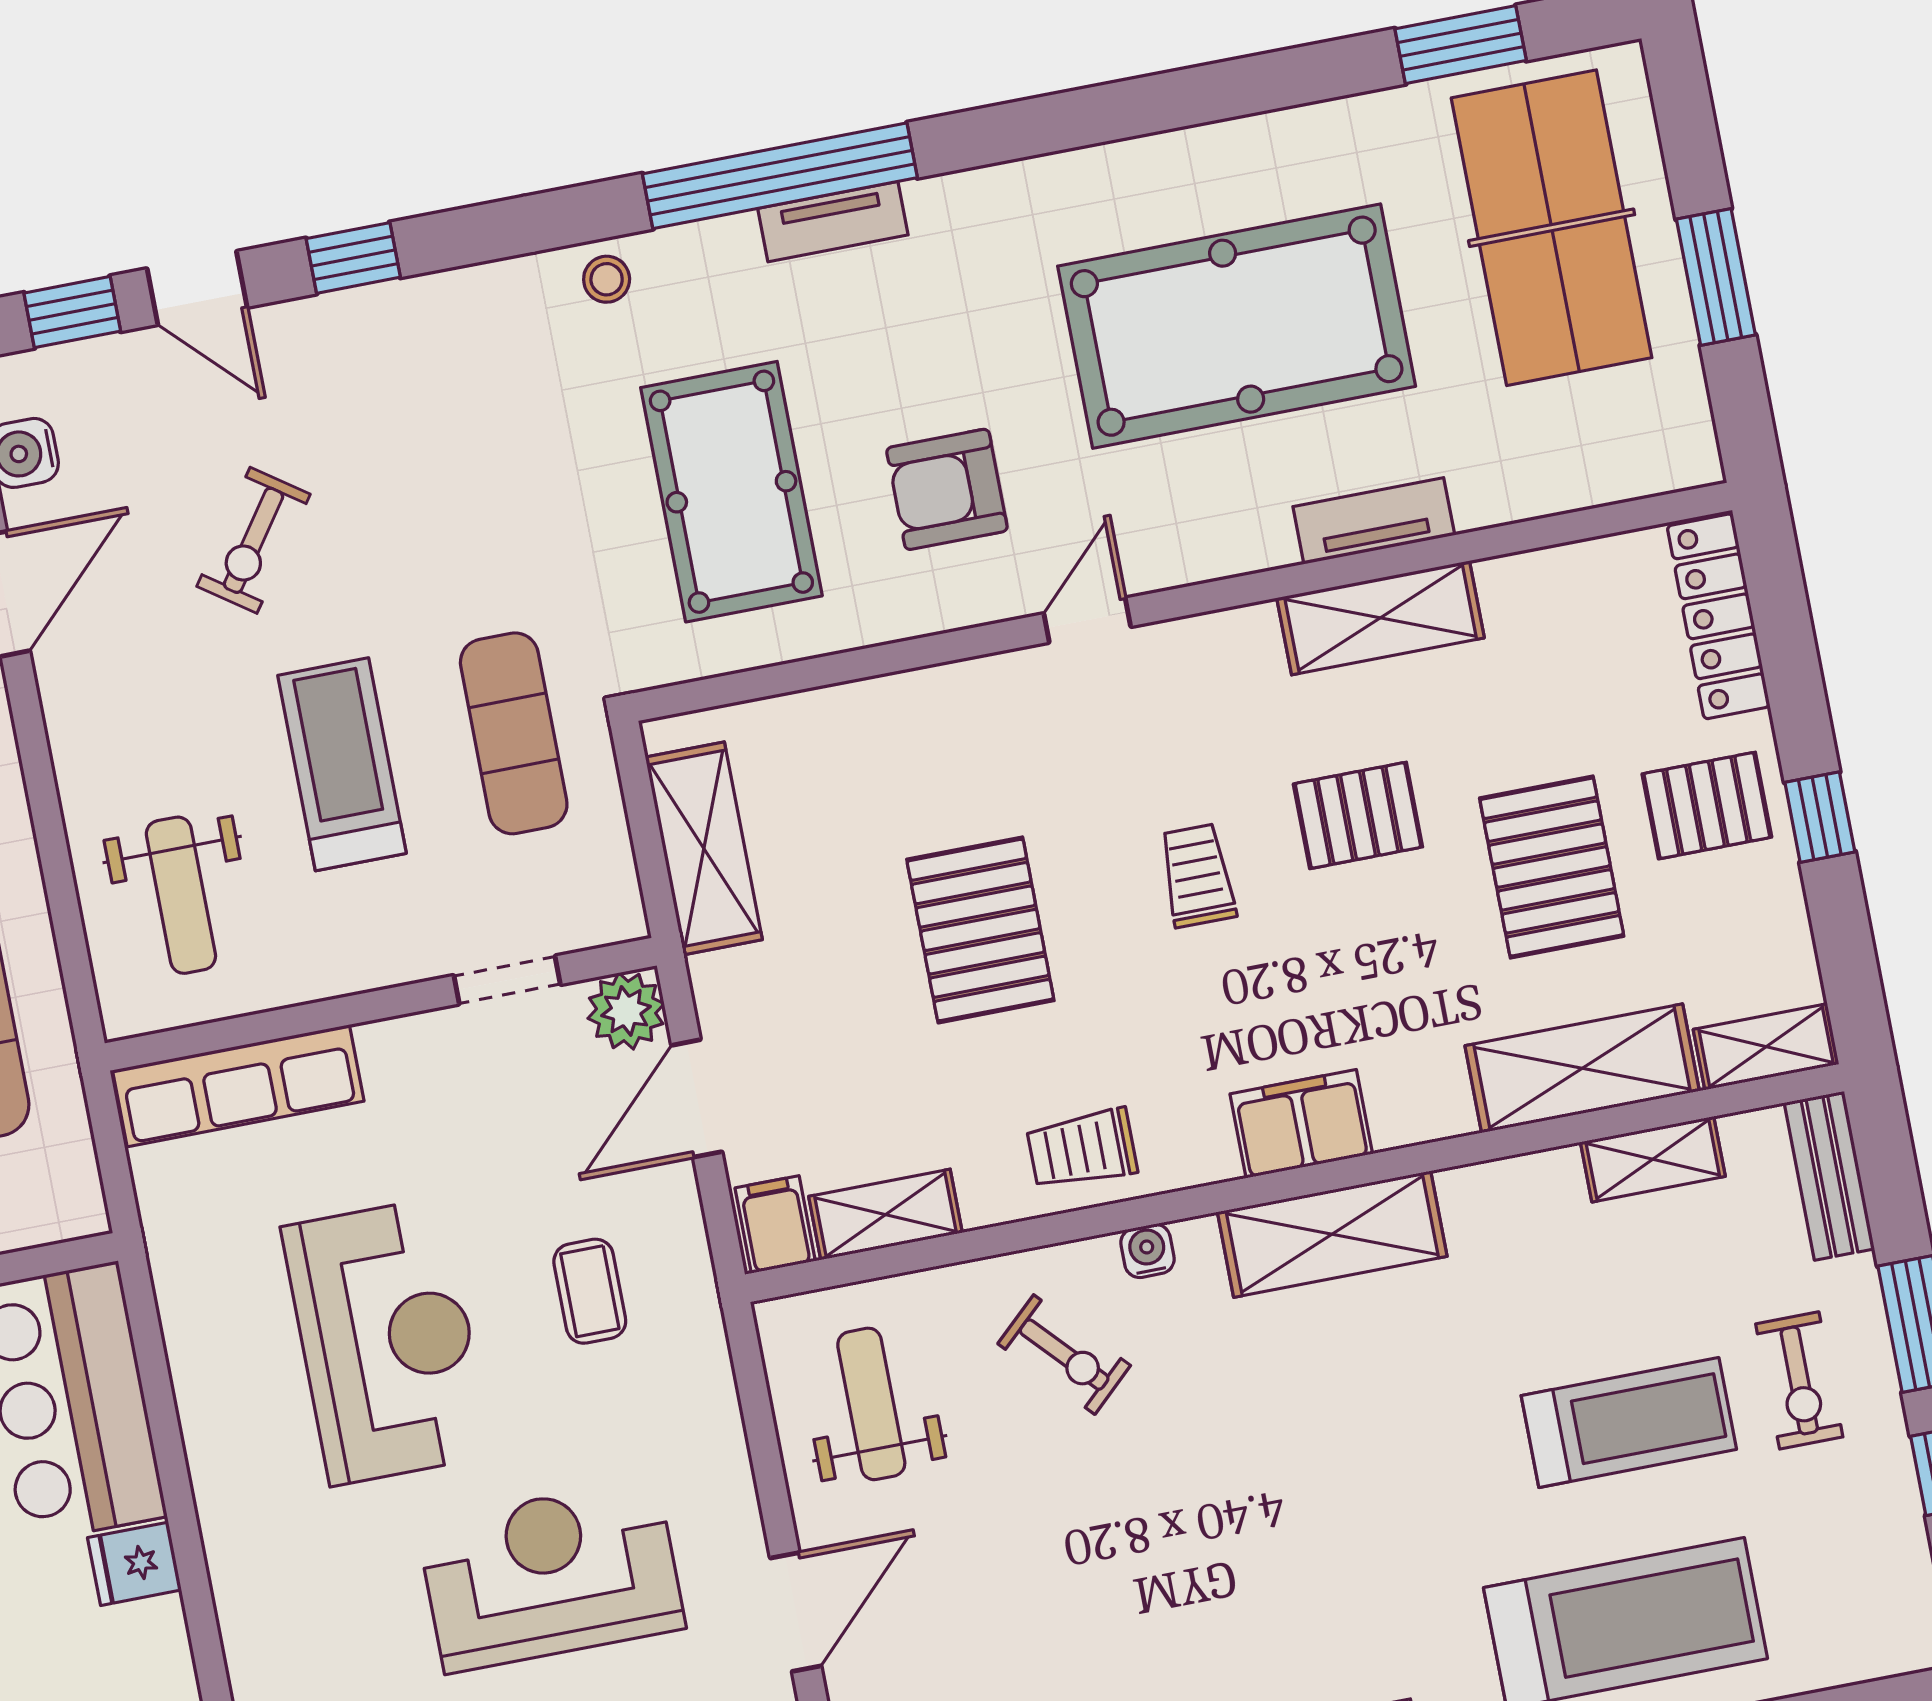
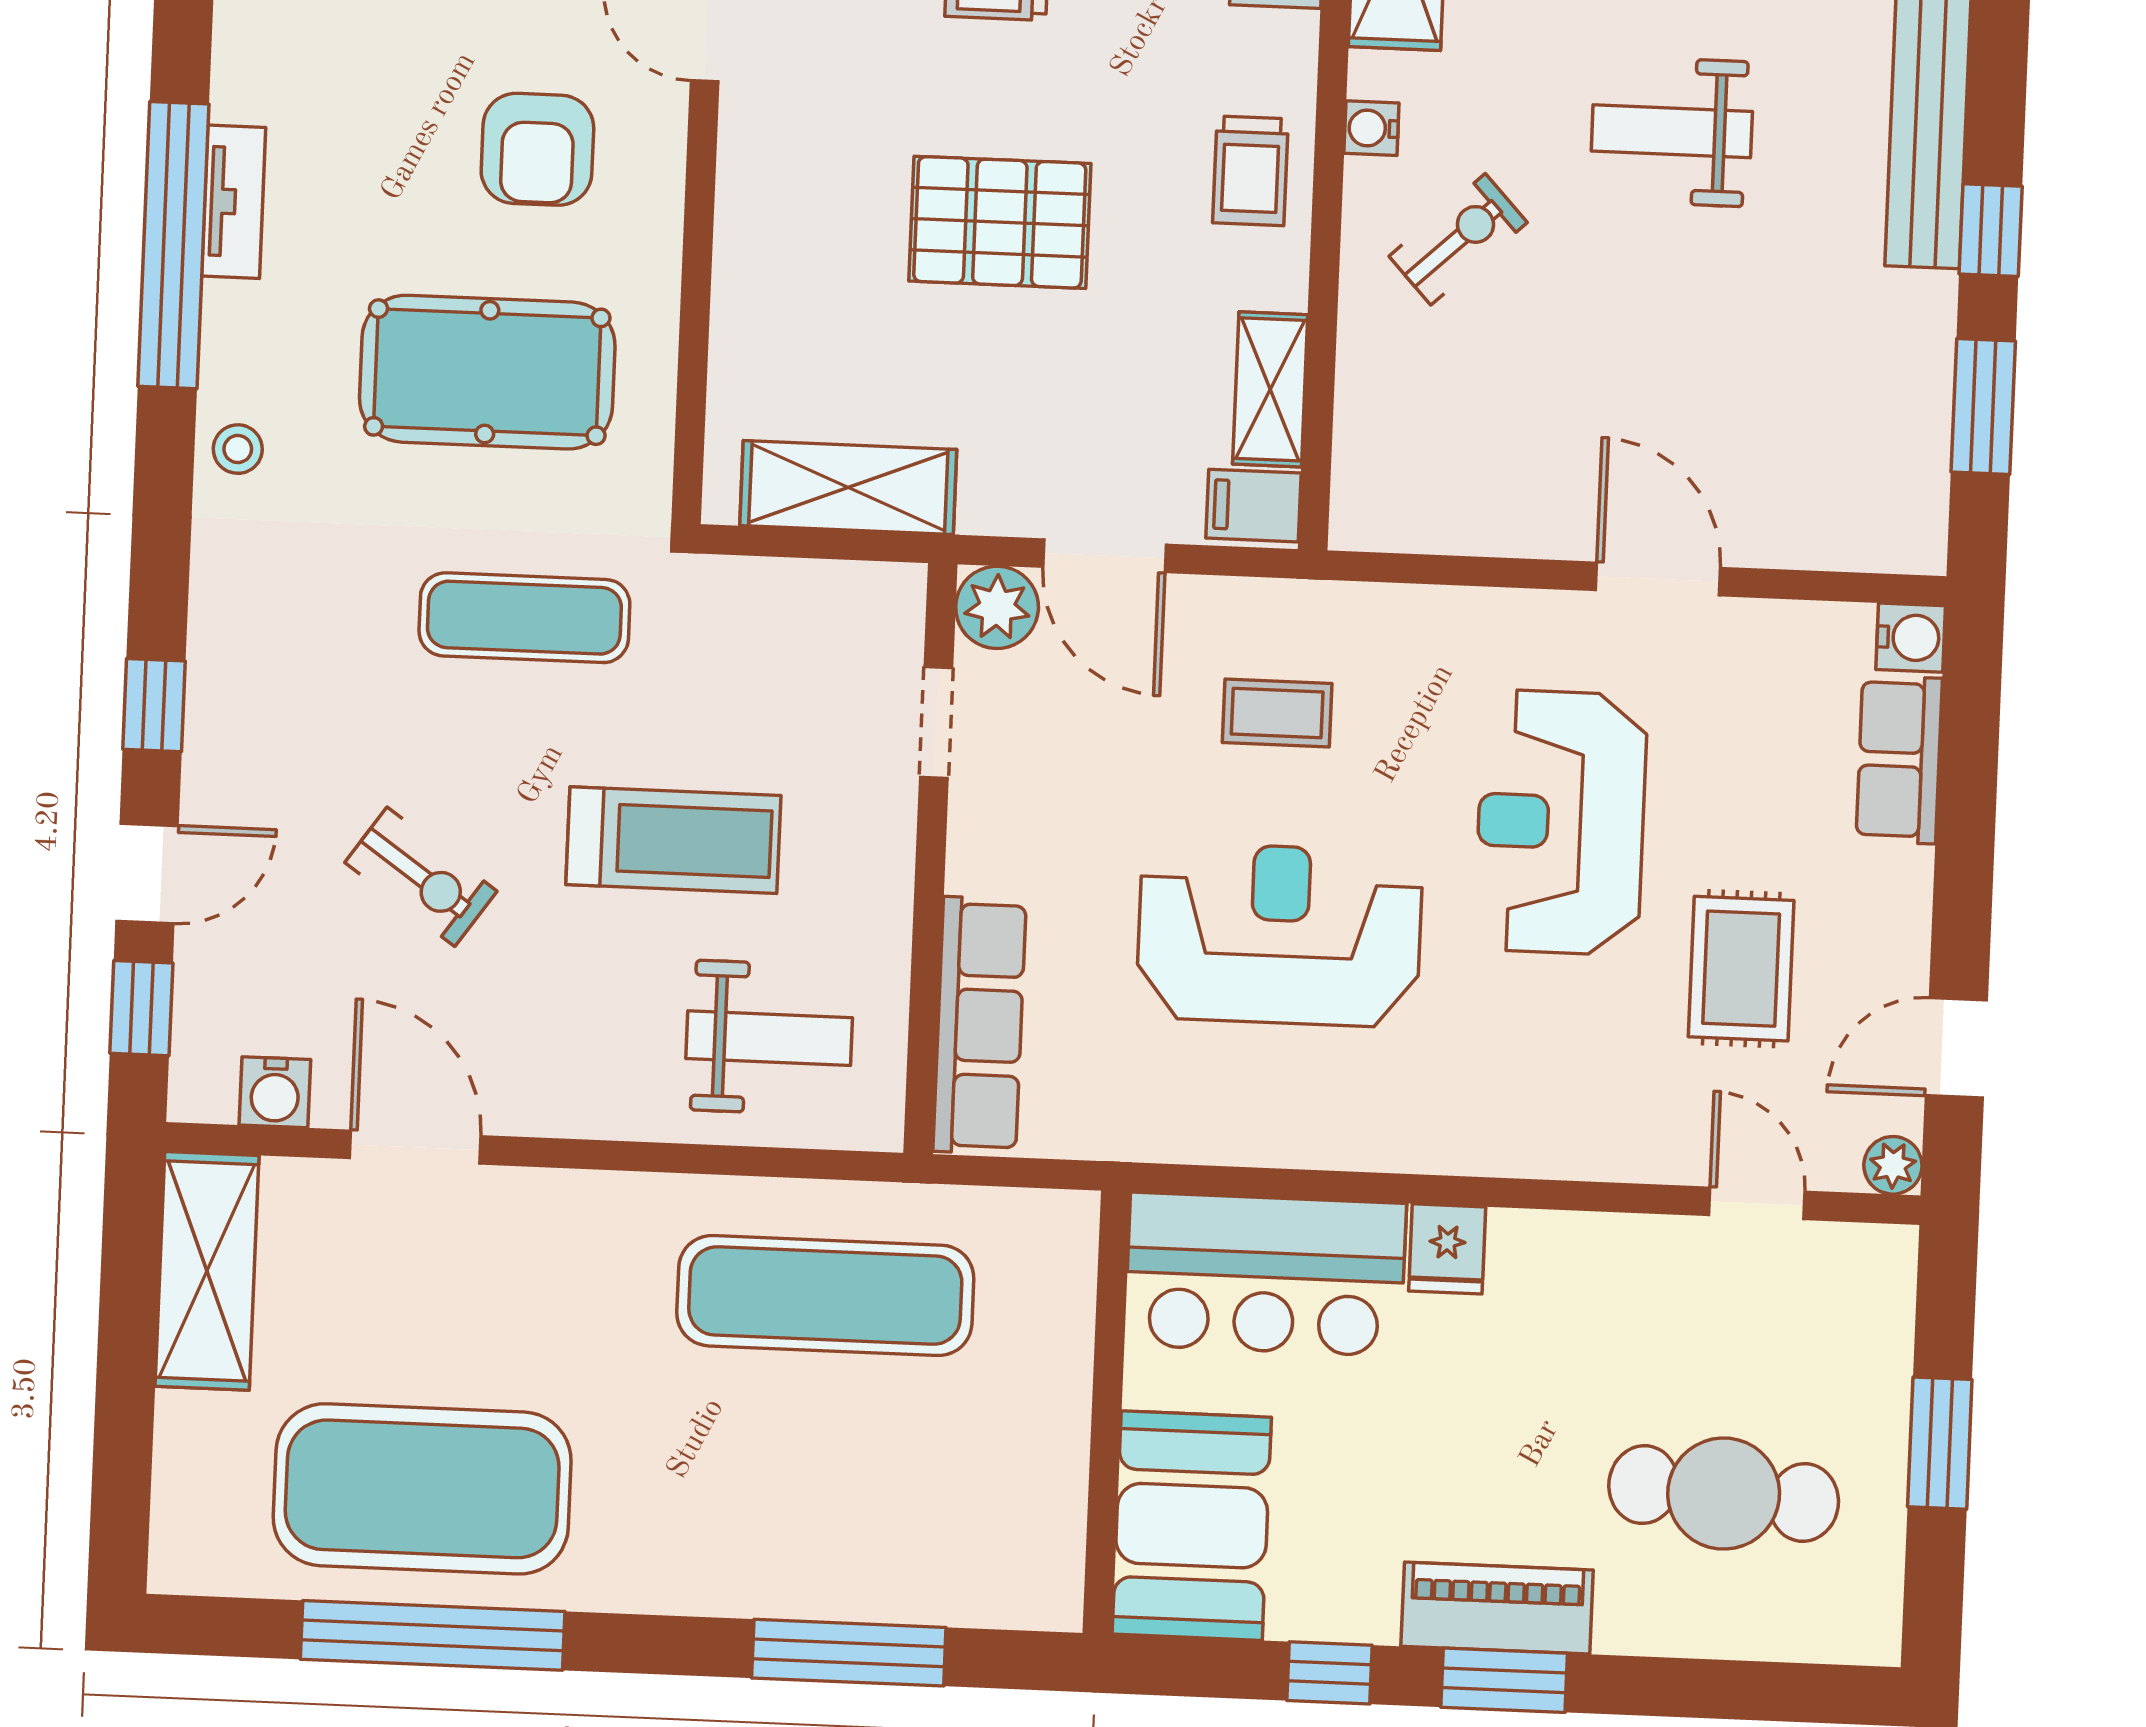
exercise mat: (514, 733) -> (524, 618), moved
treadmill: (342, 764) -> (673, 840), turned 180
weight bench: (871, 1404) -> (1672, 131), moved

